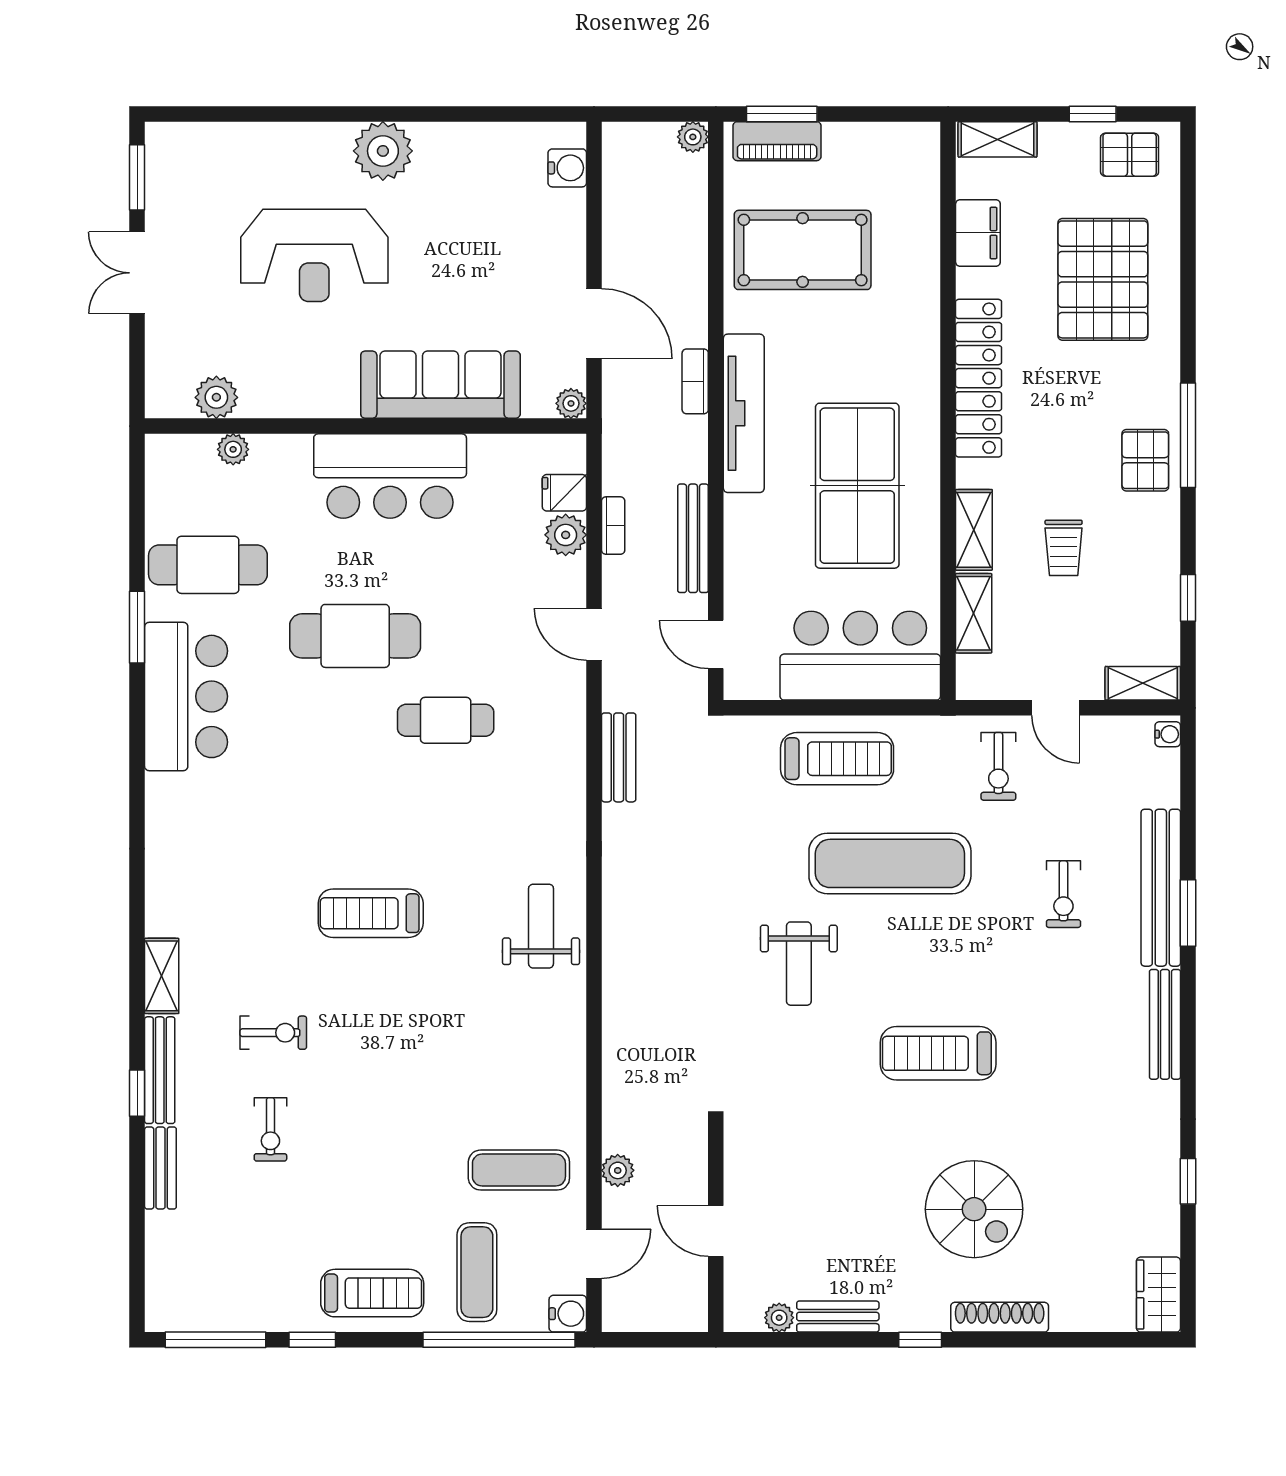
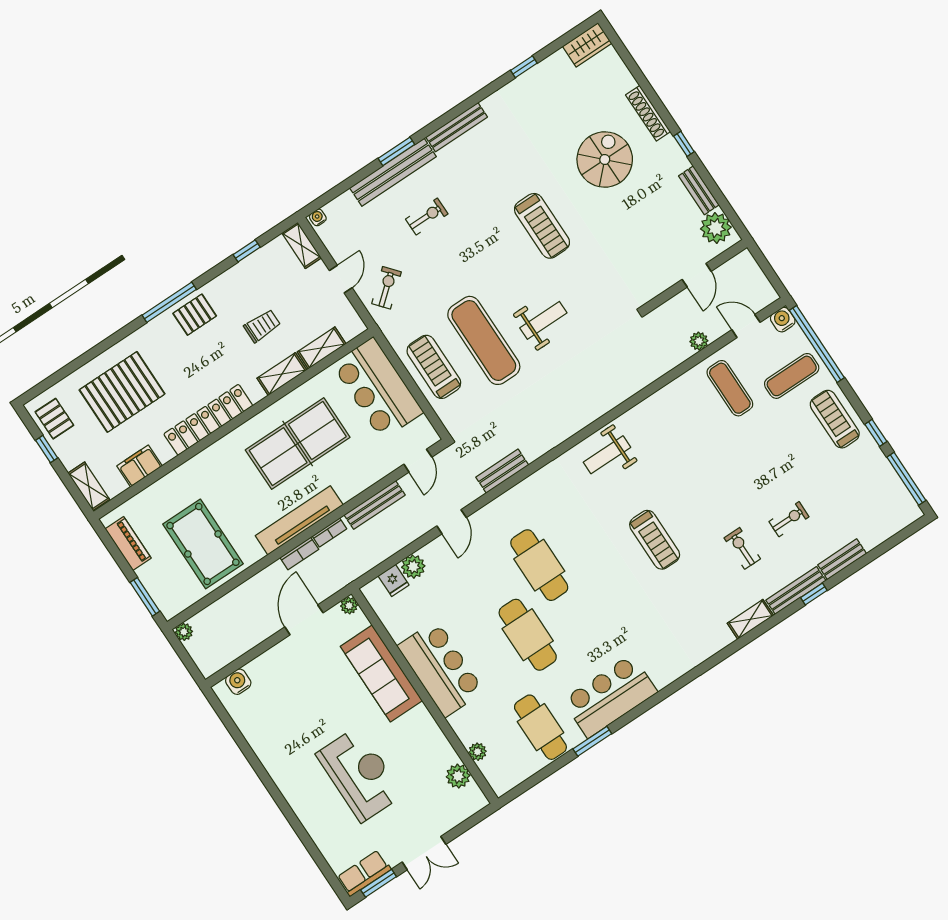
piano: (777, 141) -> (128, 543), moved
plant: (383, 151) -> (288, 775), removed
row of seats: (166, 166) -> (364, 873), added
bookcase: (613, 526) -> (329, 532), moved, turned 180
cafe table: (446, 720) -> (539, 565), width x1.37, depth x1.35
exercise bike: (998, 766) -> (387, 288), turned -40
exercise mat: (890, 863) -> (484, 340), moved
plant: (779, 1318) -> (716, 228), width x1.88, depth x1.88

